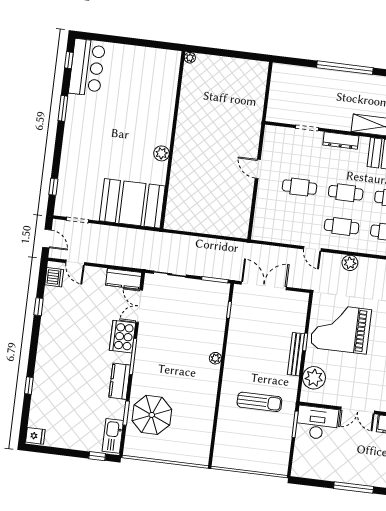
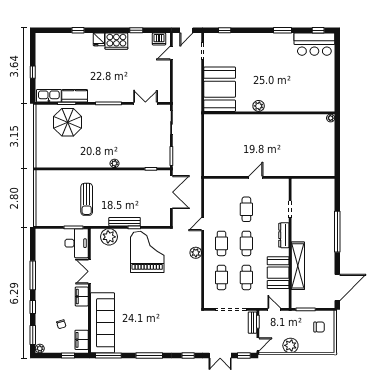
kitchen counter: (124, 279) -> (164, 90), removed
cooker: (122, 337) -> (116, 41), moved, turned 180
kitchen counter: (120, 381) -> (75, 96), moved
fridge: (35, 436) -> (99, 39), moved
window: (97, 456) -> (33, 72), moved

